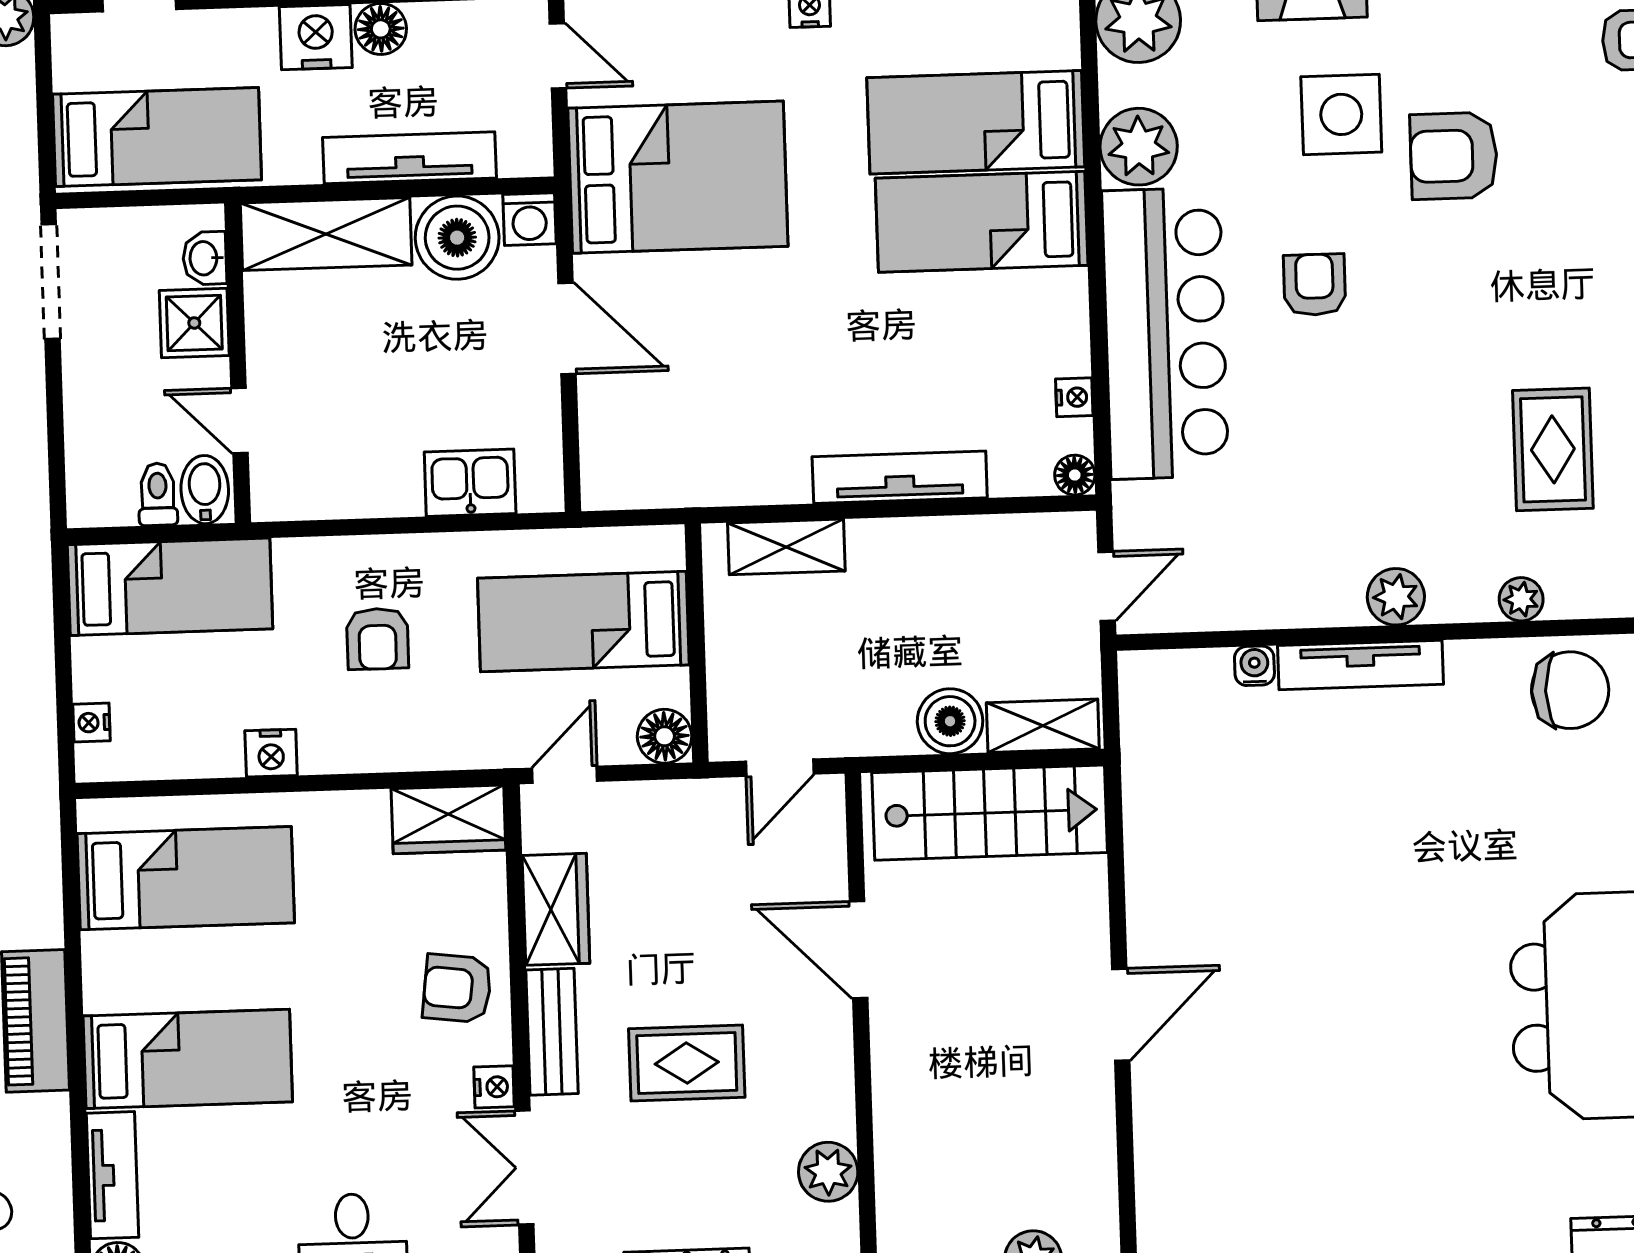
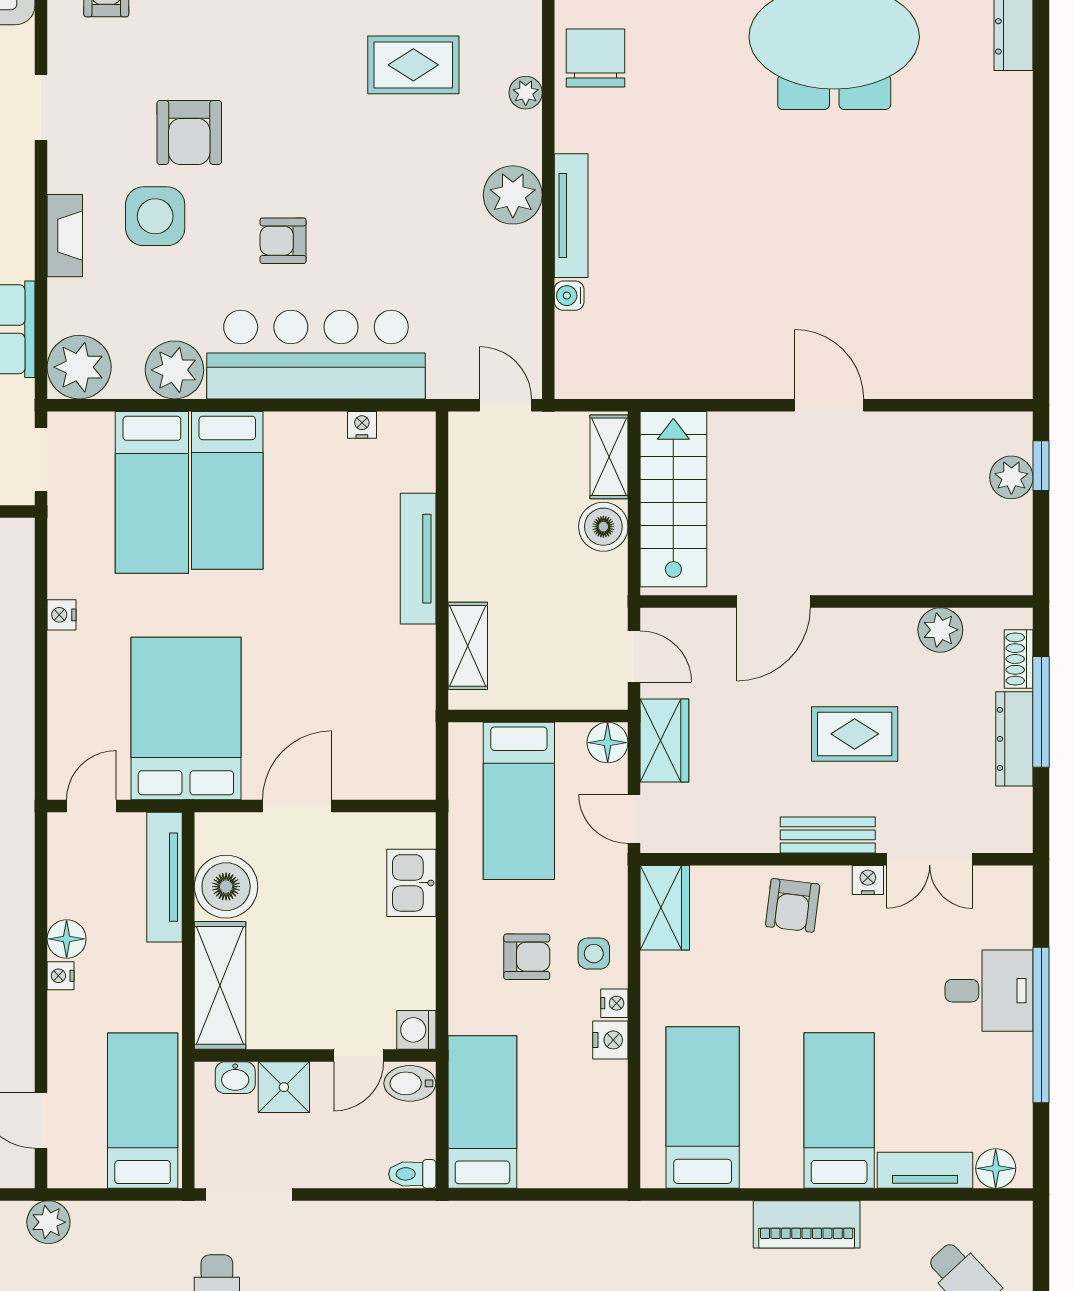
nightstand: (316, 37) -> (61, 976), width x0.53, depth x0.56
tv unit: (410, 158) -> (165, 877), moved
washing machine: (529, 219) -> (416, 1030), moved, turned 180
floor lamp: (1075, 475) -> (421, 426), removed
toilet: (158, 494) -> (412, 1174), moved
plant: (1396, 597) -> (513, 195), width x1.36, depth x1.36
nightstand: (91, 722) -> (614, 1003), moved, turned -90
side table: (385, 727) -> (594, 954), added
wardrobe: (556, 909) -> (664, 741), moved, turned 90
rug: (687, 1063) -> (855, 734), turned 90

